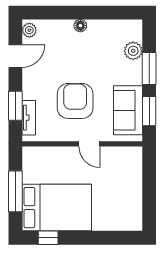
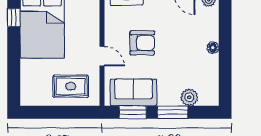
armchair: (75, 101) -> (142, 43), width x0.73, depth x0.73
door: (89, 144) -> (102, 56), swing flipped
rug: (121, 177) -> (71, 86), added

